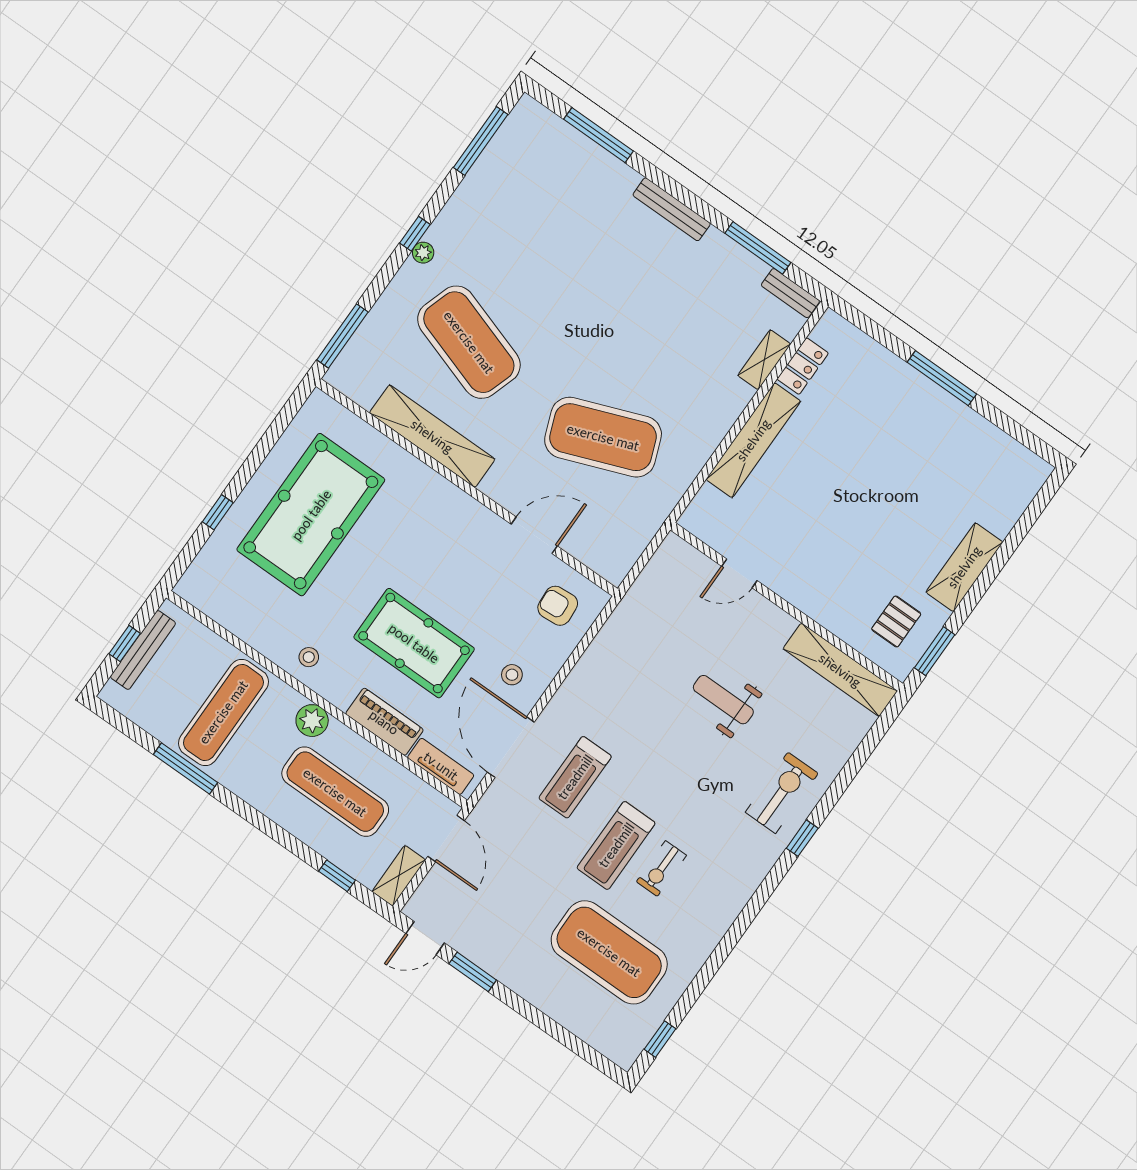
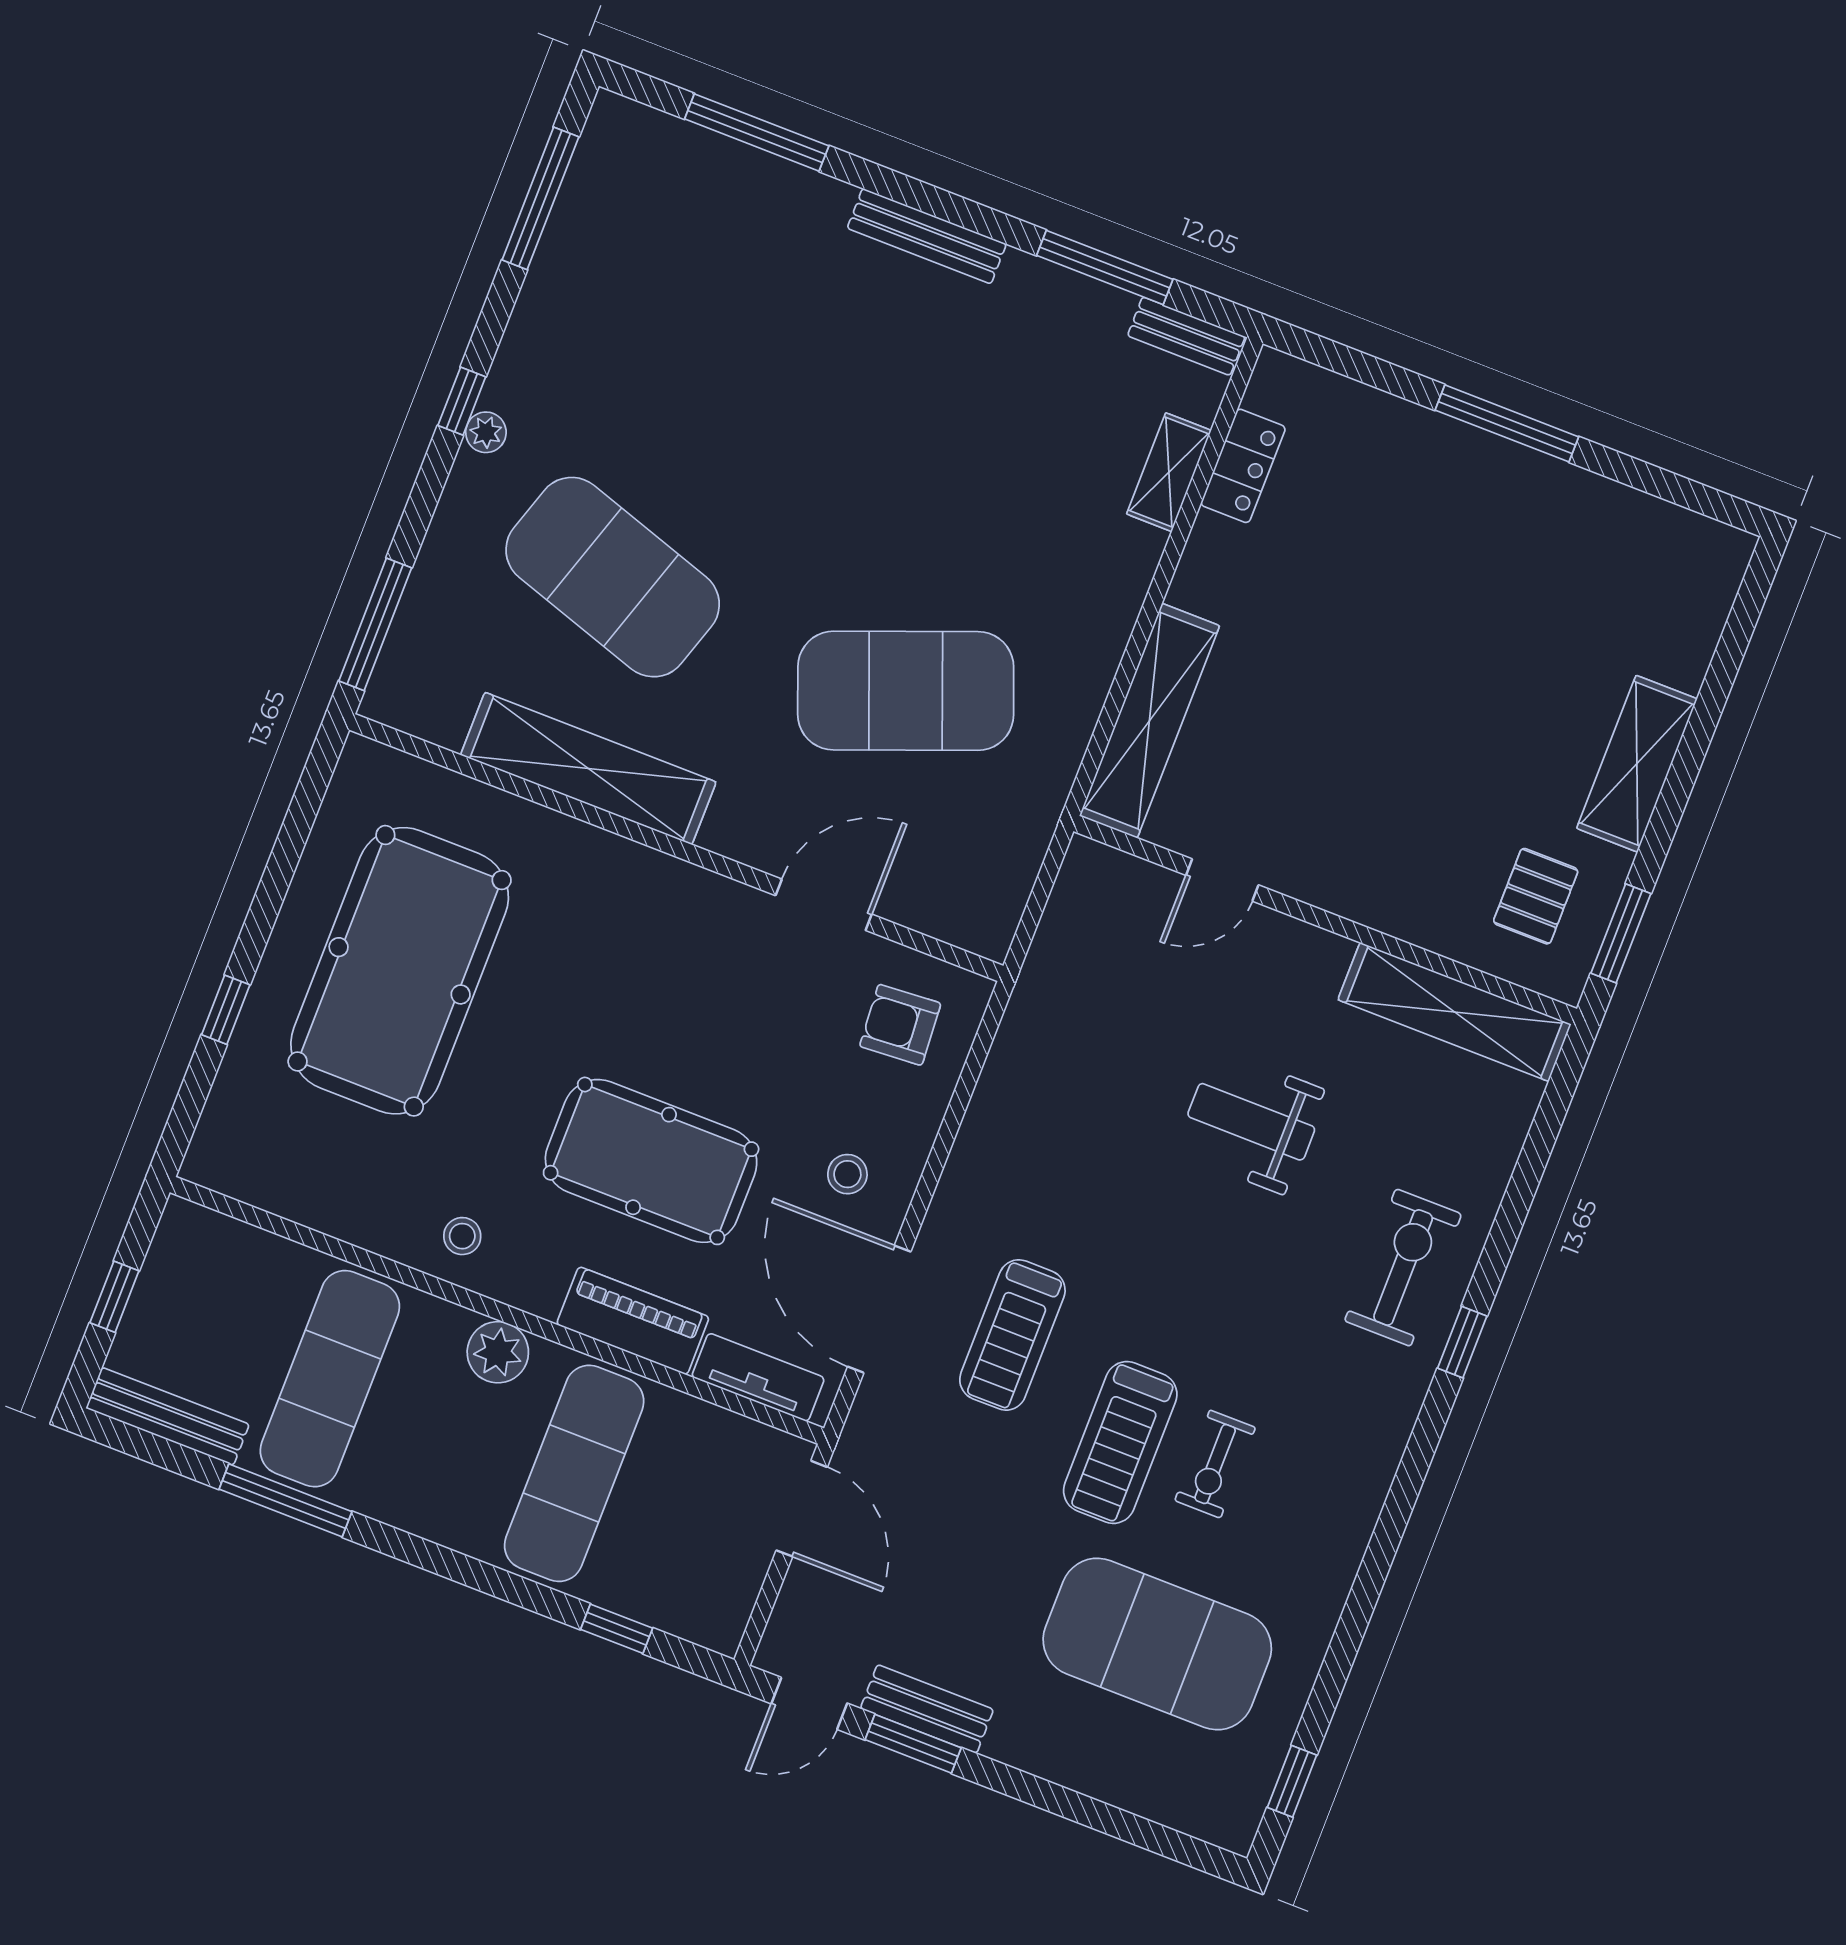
shelving: (753, 440) -> (1149, 721), moved
bench: (143, 650) -> (168, 1416), moved, turned 90
exercise mat: (335, 792) -> (574, 1473), turned 90
shelving: (399, 876) -> (731, 1600), removed
bench: (484, 956) -> (927, 1709), added

